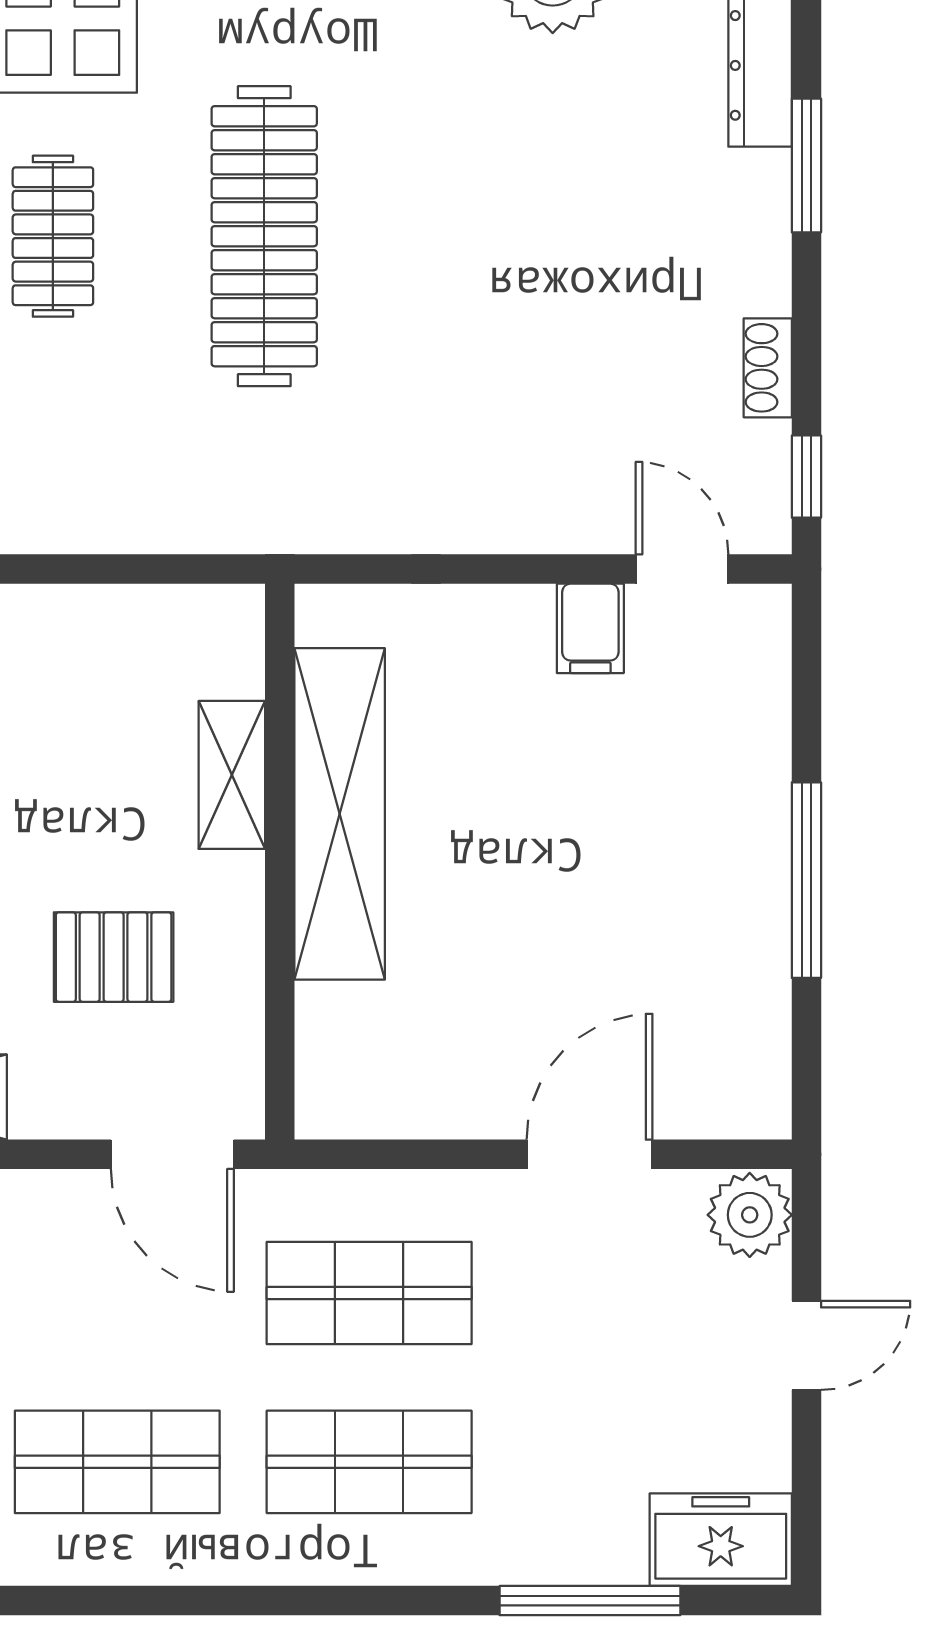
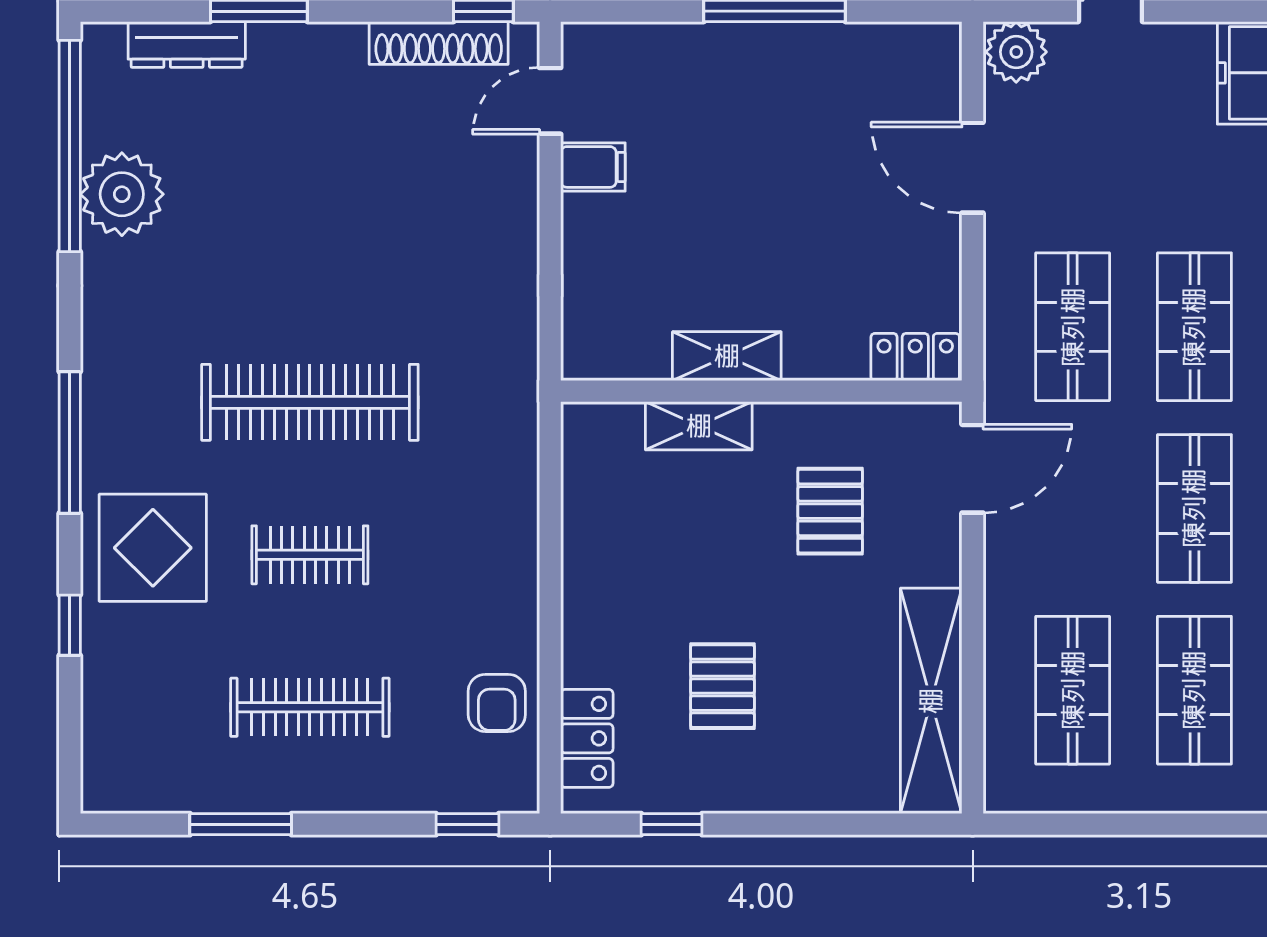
shoe rack: (768, 368) -> (439, 43), width x1.94, depth x1.24
shelving: (340, 814) -> (727, 356), width x0.45, depth x0.75
locker: (327, 1075) -> (915, 357), added

